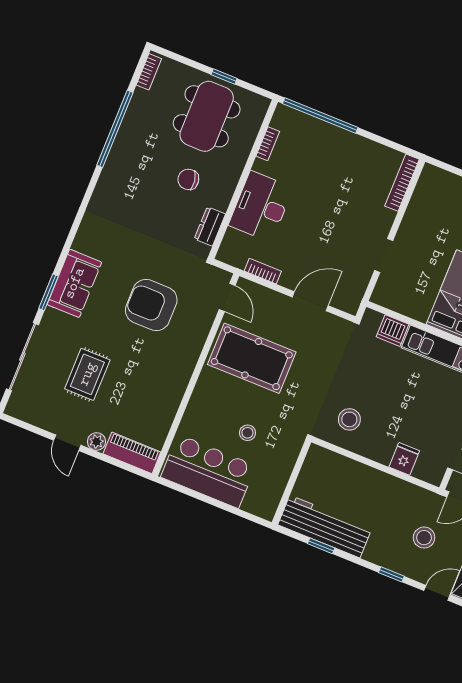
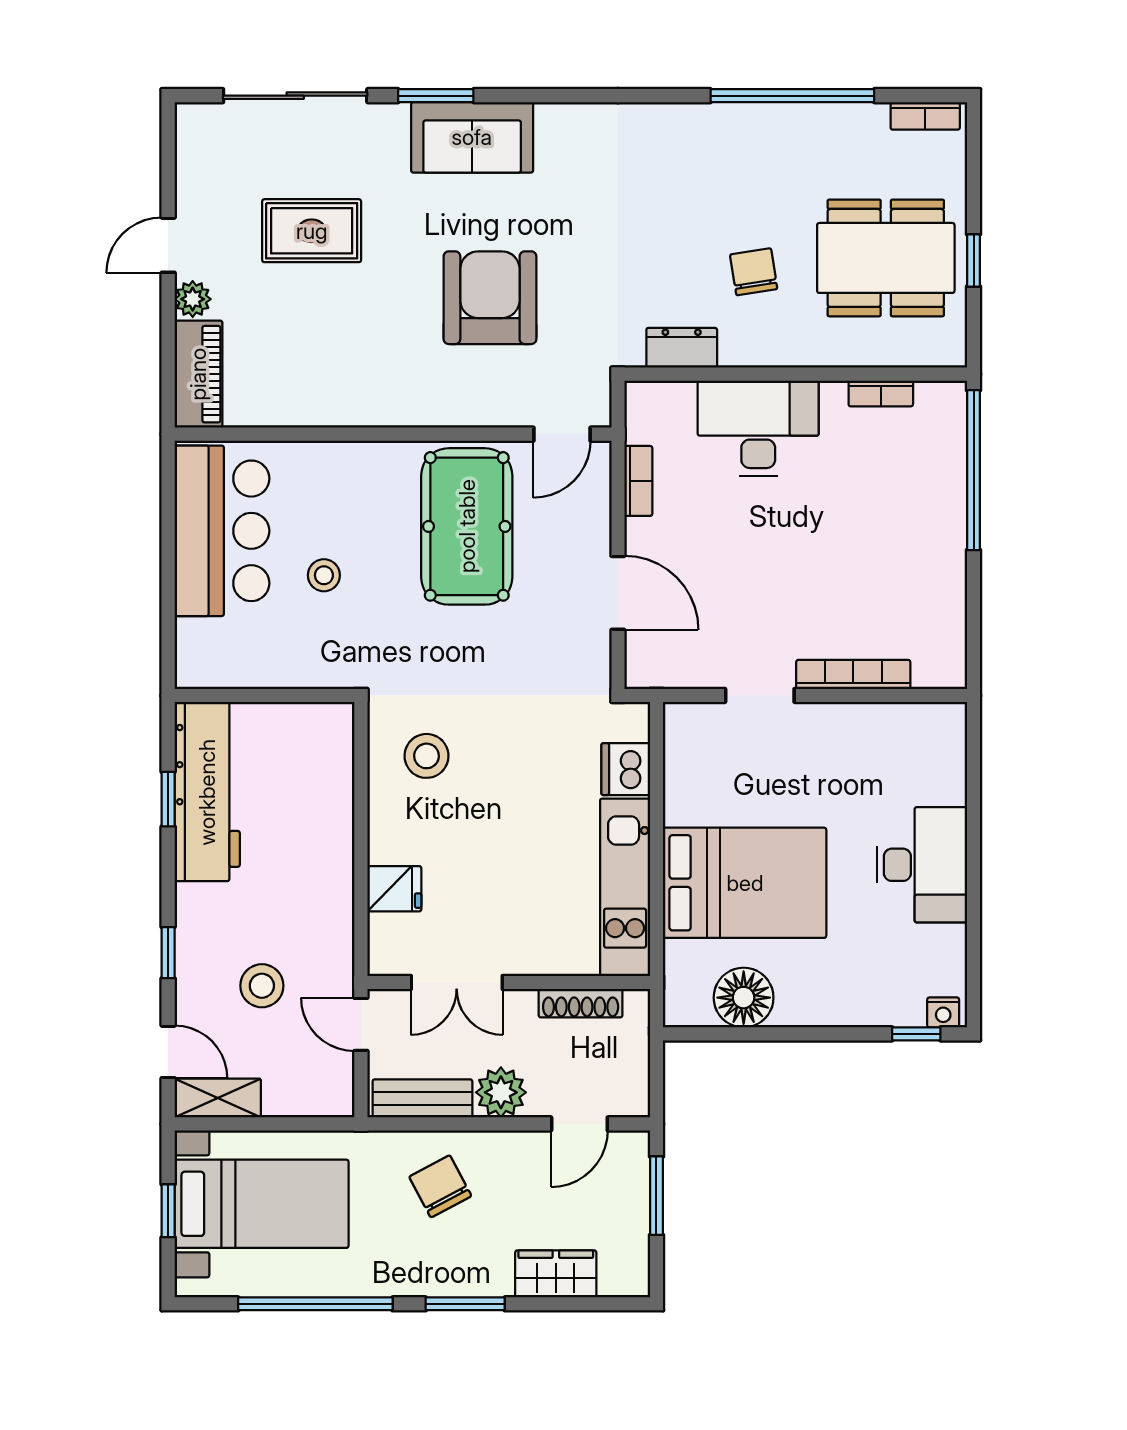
bookcase: (402, 183) -> (853, 674), moved

